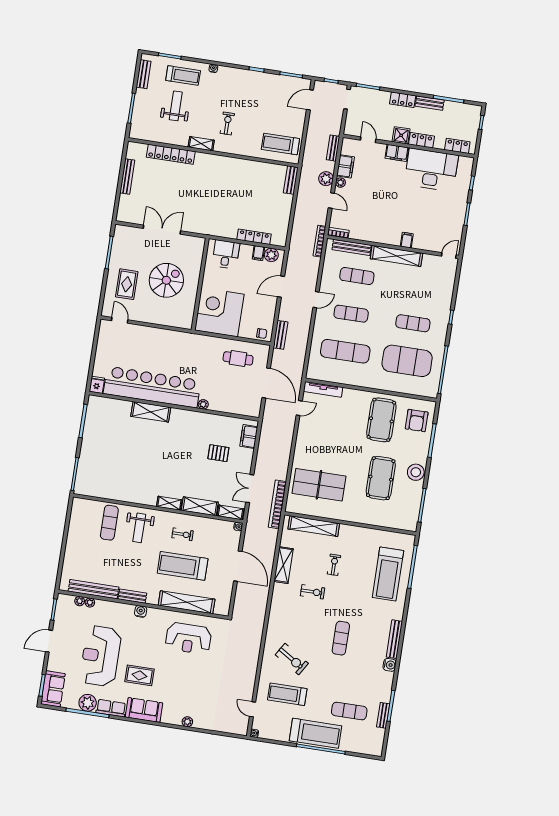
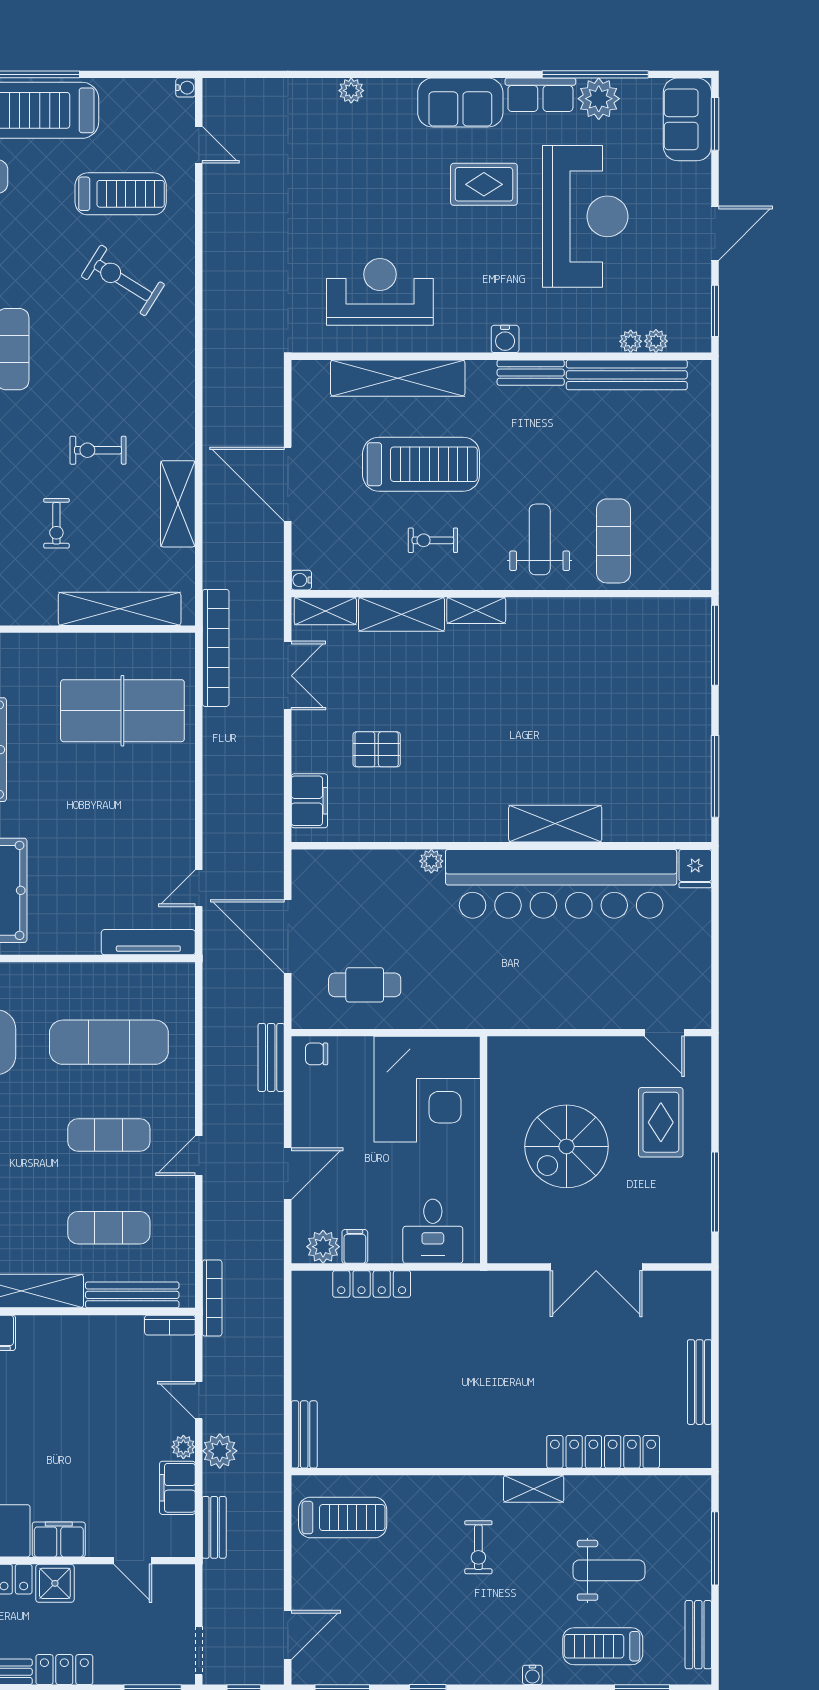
weight bench: (176, 106) -> (609, 1570), turned -90

